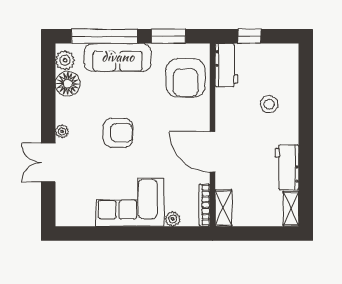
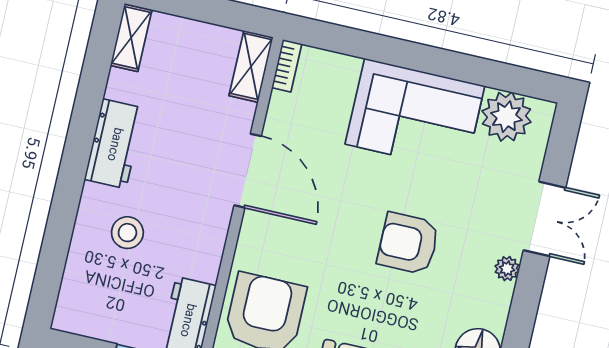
workbench: (287, 167) -> (114, 144), moved
bookcase: (204, 205) -> (287, 66), width x0.64
plant: (173, 219) -> (506, 117), moved, width x1.87, depth x1.87

